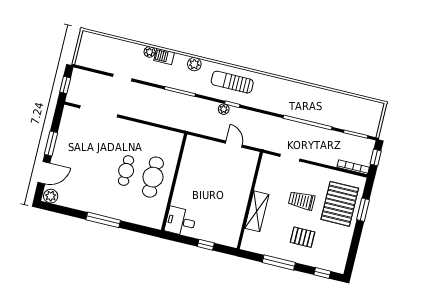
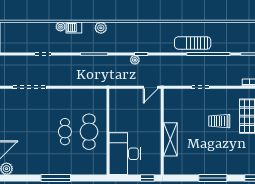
sun lounger: (232, 82) -> (193, 43), moved
door: (234, 144) -> (151, 87), swing flipped
wall: (250, 201) -> (162, 132), moved
shelving: (257, 211) -> (170, 139), moved
desk: (181, 221) -> (125, 154), width x1.87, depth x1.30
pallet: (303, 237) -> (228, 152), removed

